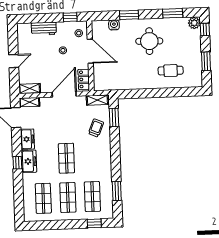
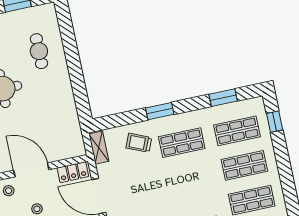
door: (90, 51) -> (31, 170), hinge flipped
window: (114, 117) -> (160, 111), moved
shop shelf: (66, 158) -> (182, 143), moved

